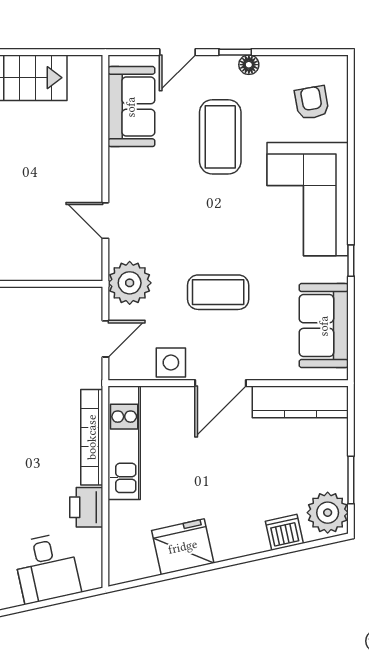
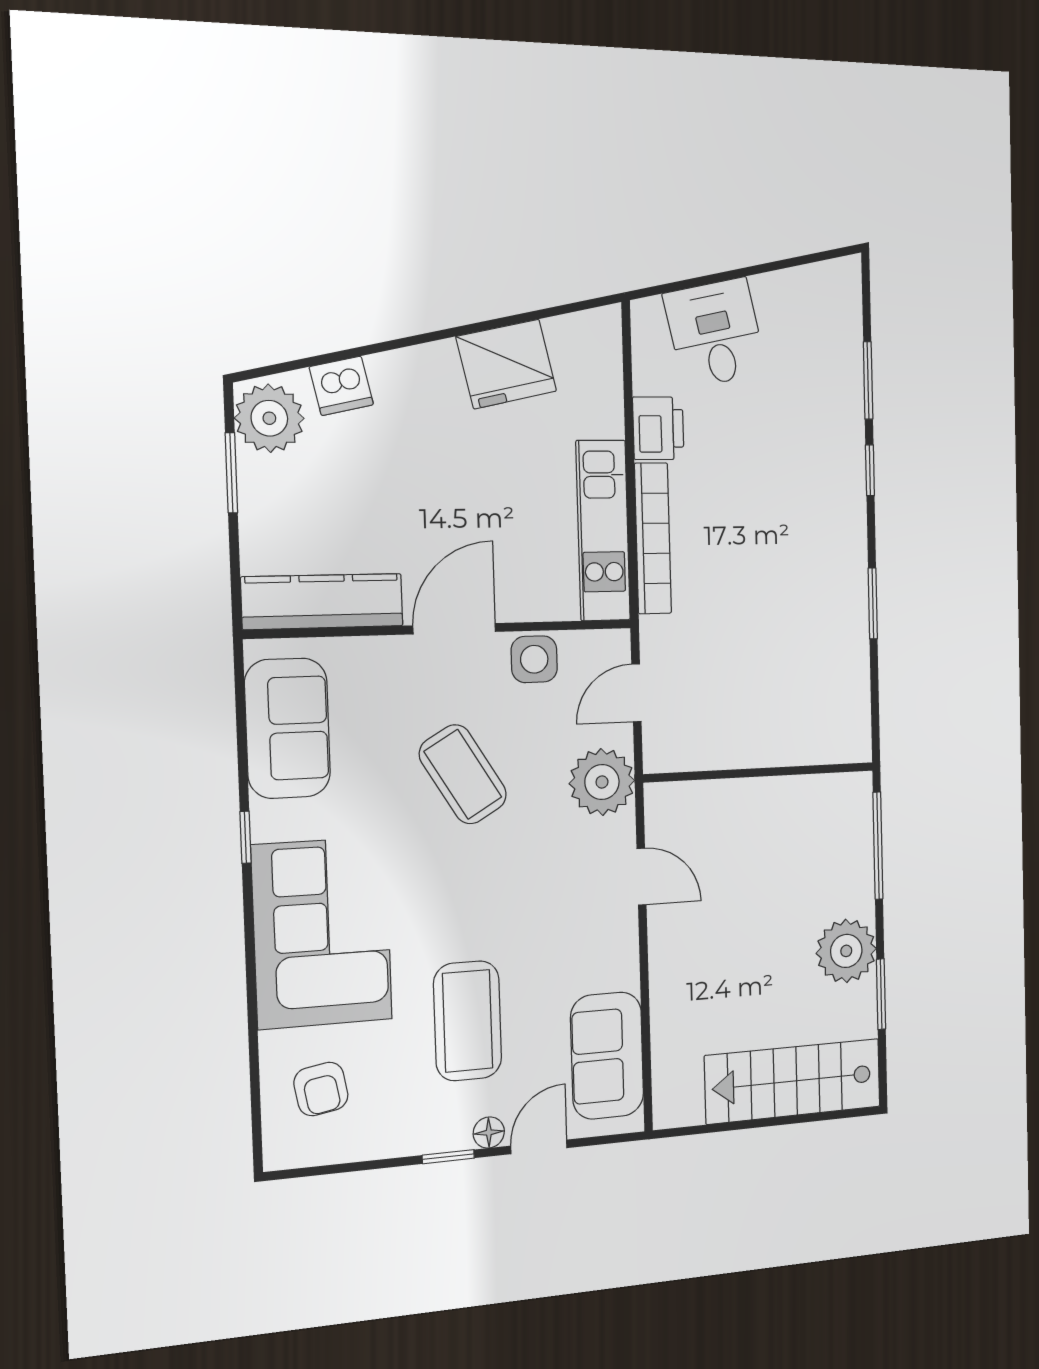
floor lamp: (249, 65) -> (489, 1132), moved
coffee table: (218, 292) -> (463, 774), turned 59

